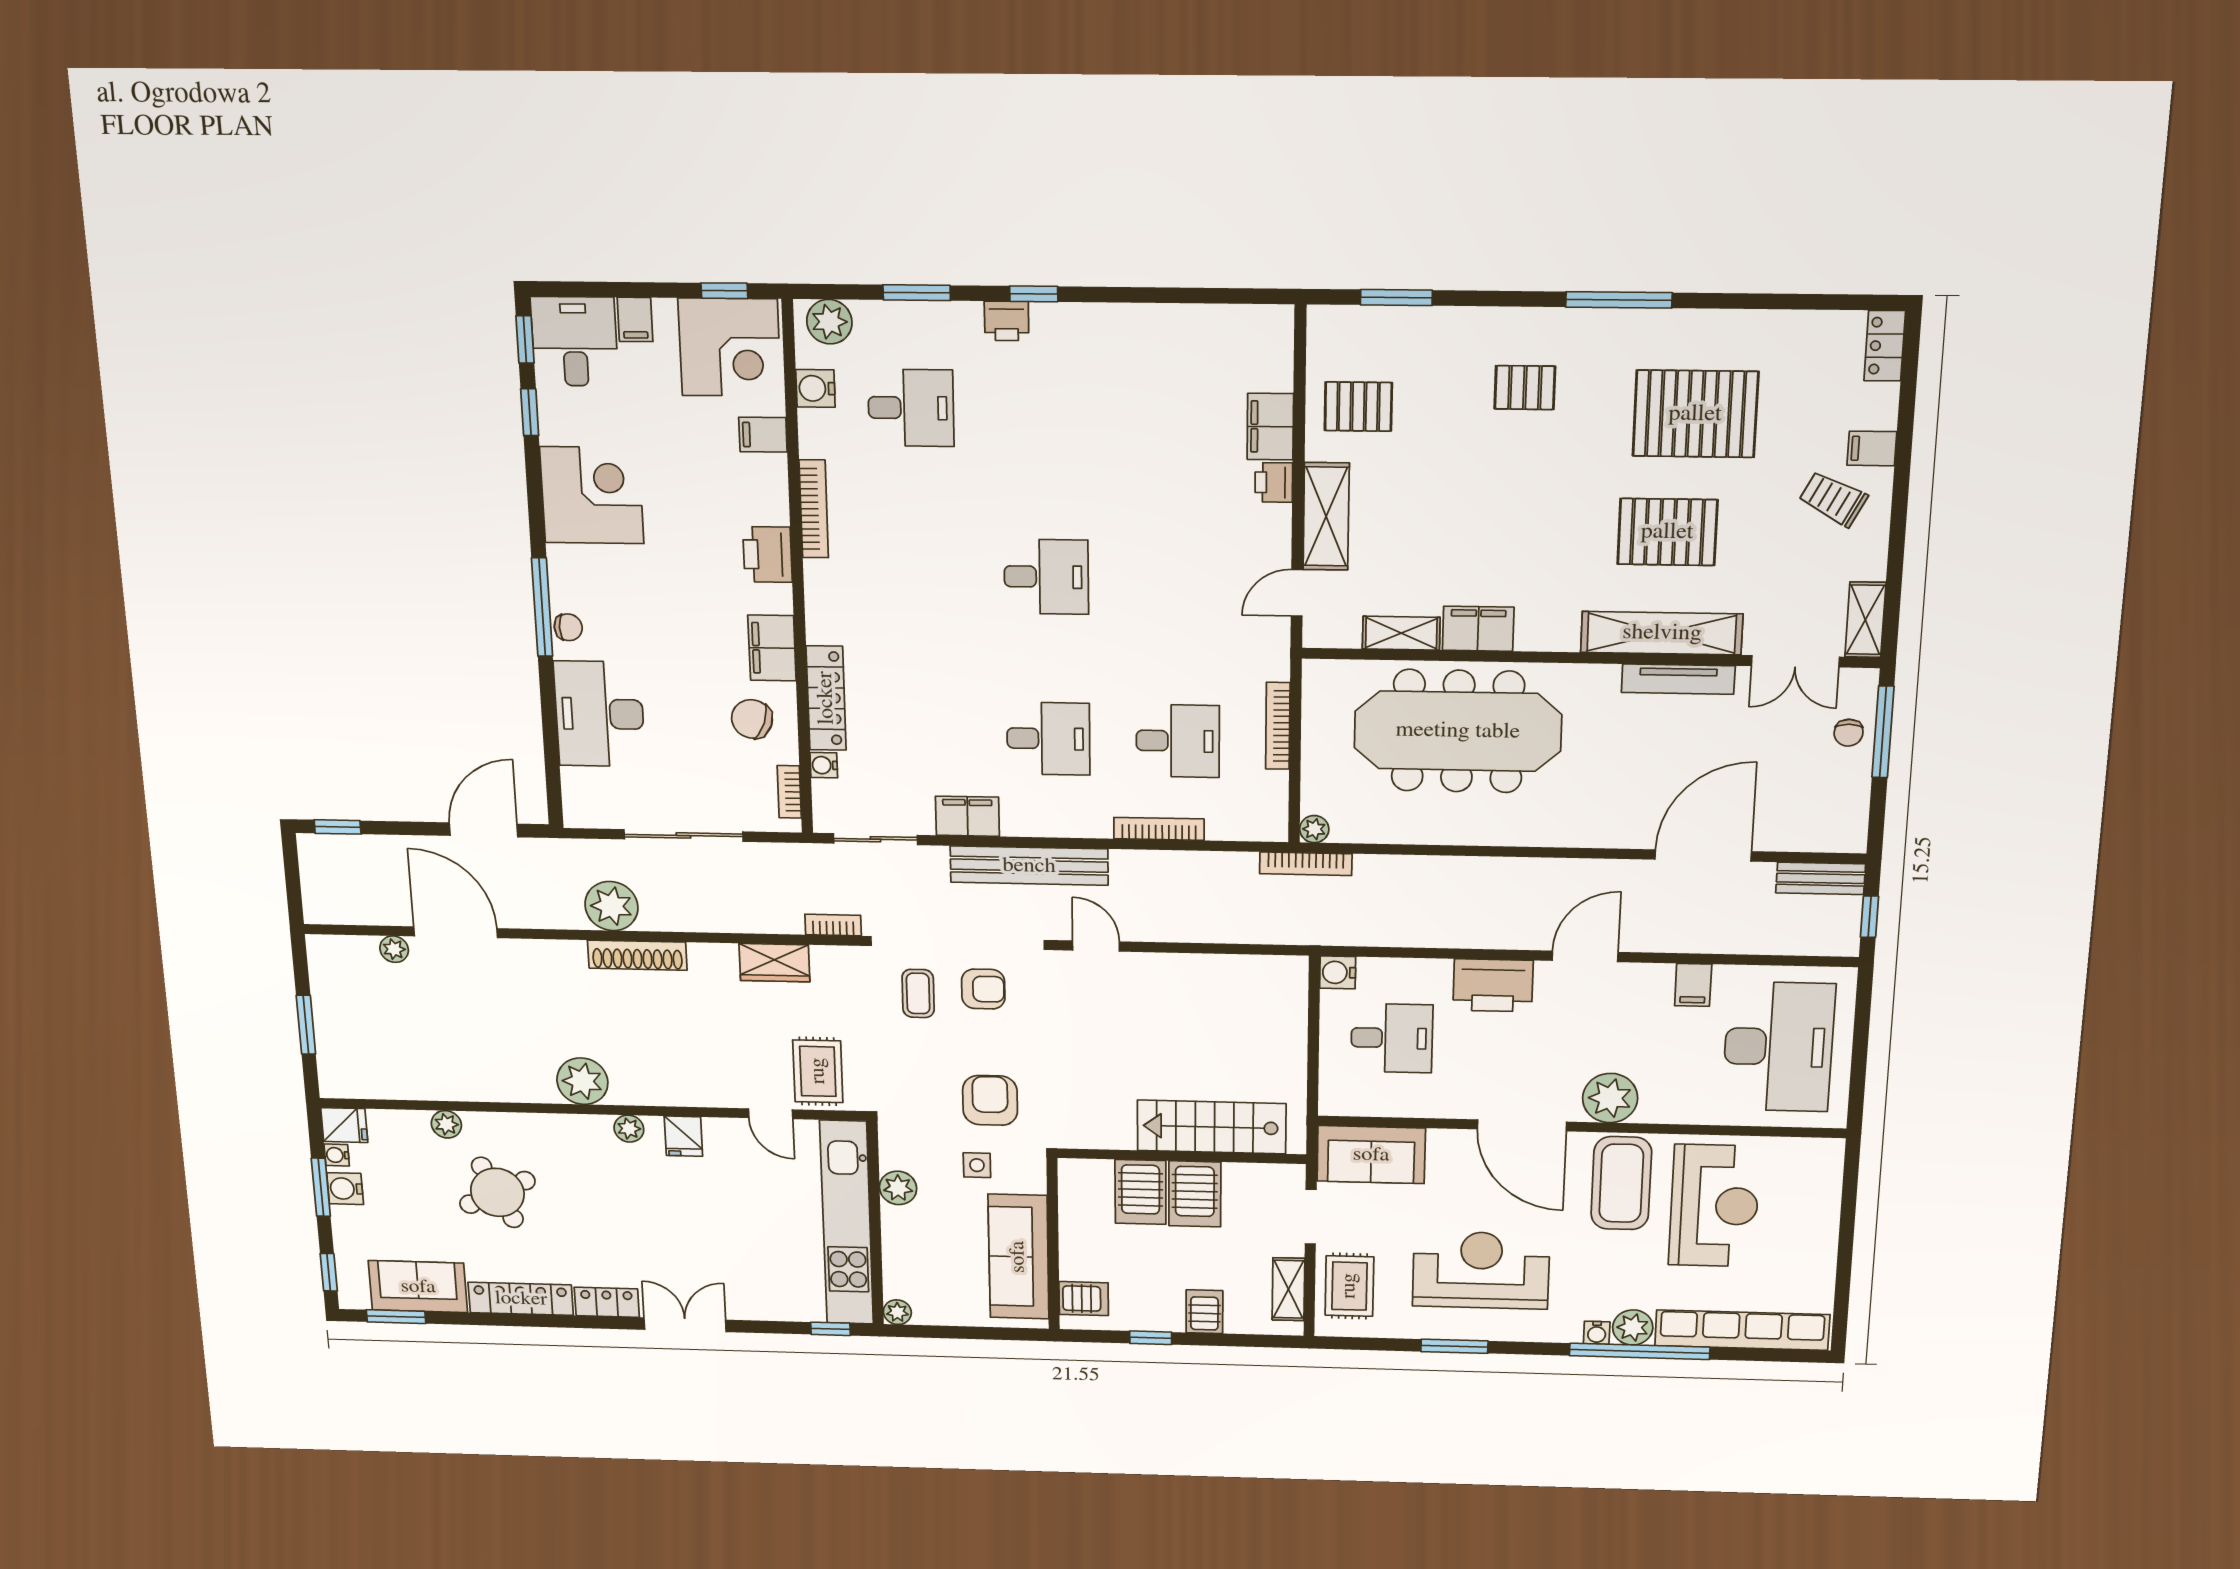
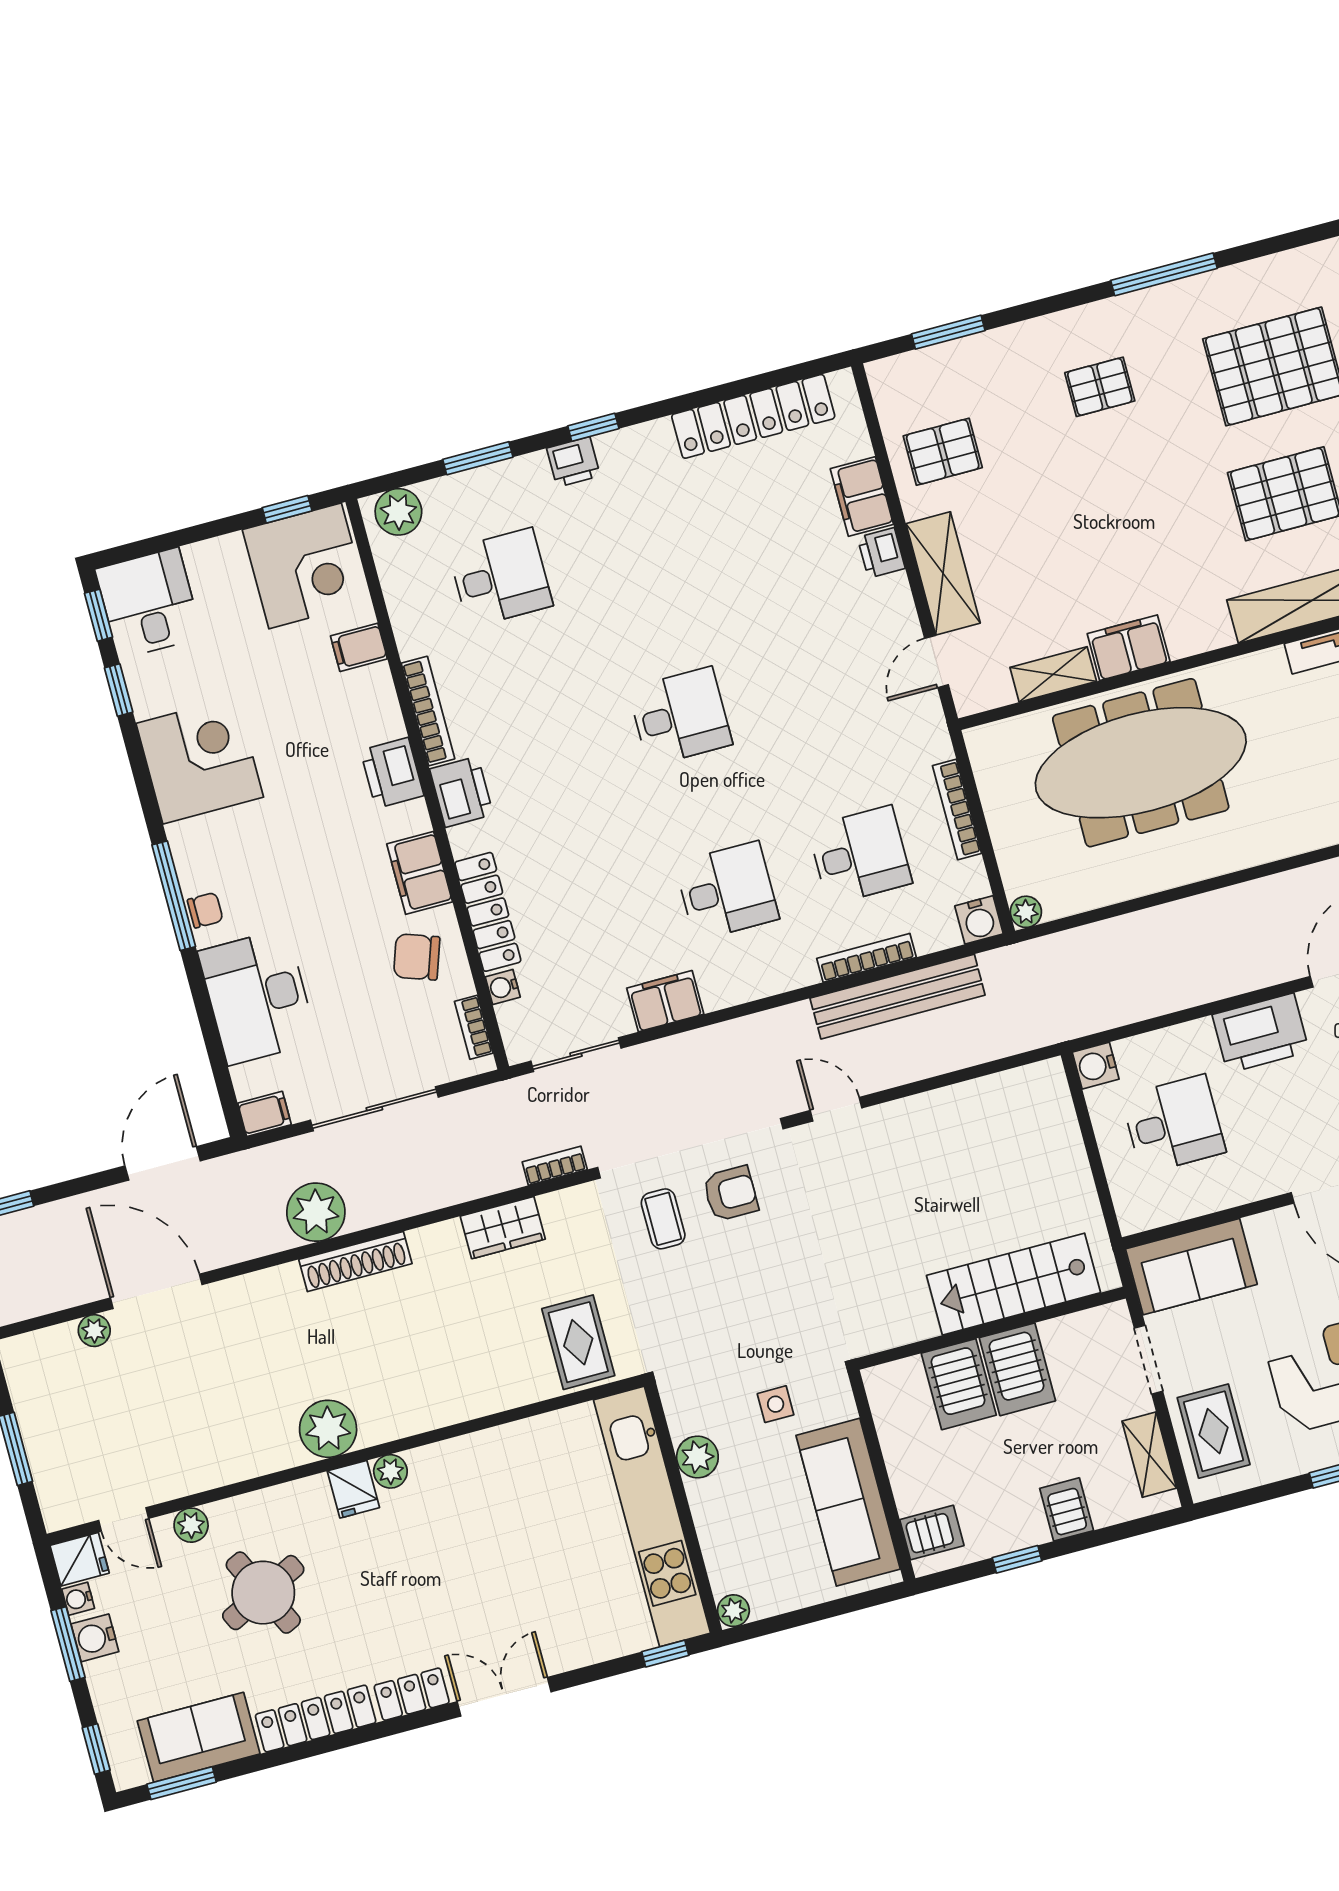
filing cabinet: (635, 320) -> (264, 1114), moved, turned -90
locker: (1188, 325) -> (753, 416), added
water cooler: (815, 388) -> (979, 920), moved, turned -90
printer: (827, 588) -> (461, 792), added
bookcase: (1306, 864) -> (1028, 953), removed
bench: (1029, 866) -> (898, 997), moved
armchair: (990, 1100) -> (770, 1322), removed
door: (771, 1114) -> (124, 1519), moved
fridge: (683, 1136) -> (353, 1489), moved

